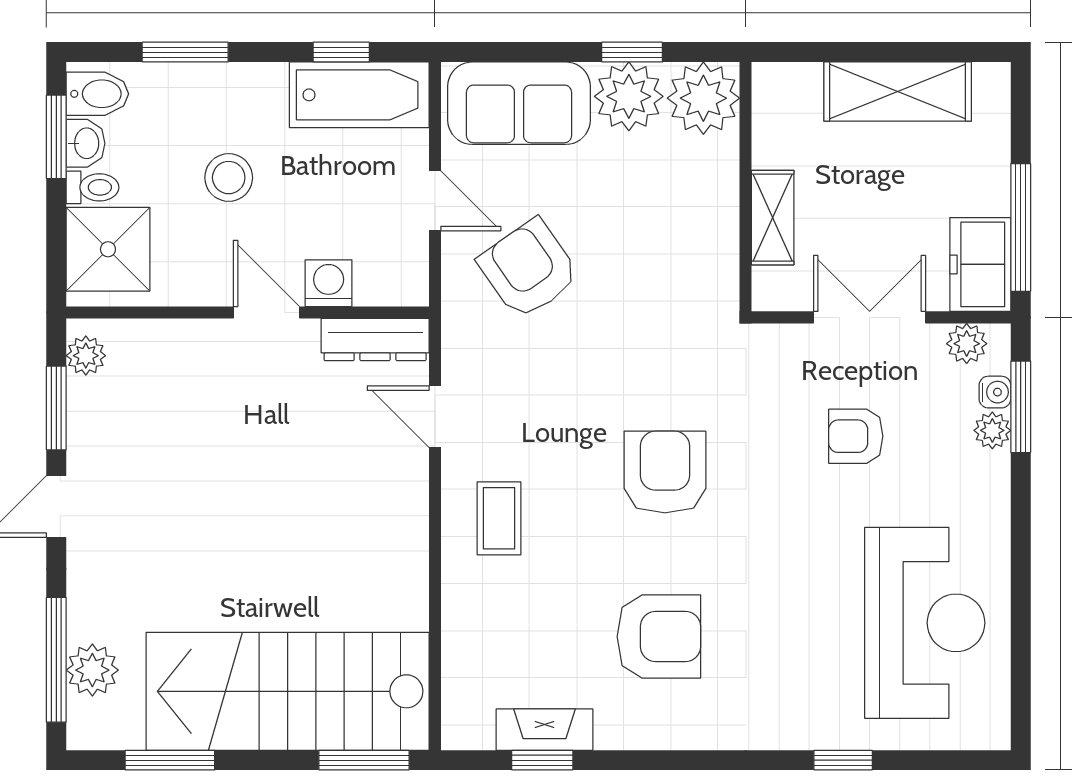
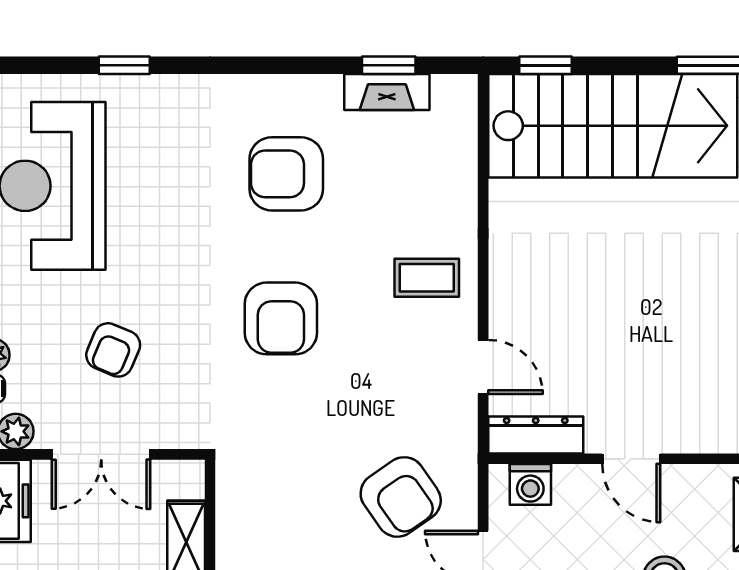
washing machine: (329, 283) -> (530, 484), moved
armchair: (856, 436) -> (113, 350), turned 113
coffee table: (499, 518) -> (427, 278), turned 90
window: (364, 760) -> (545, 65), width x0.67

